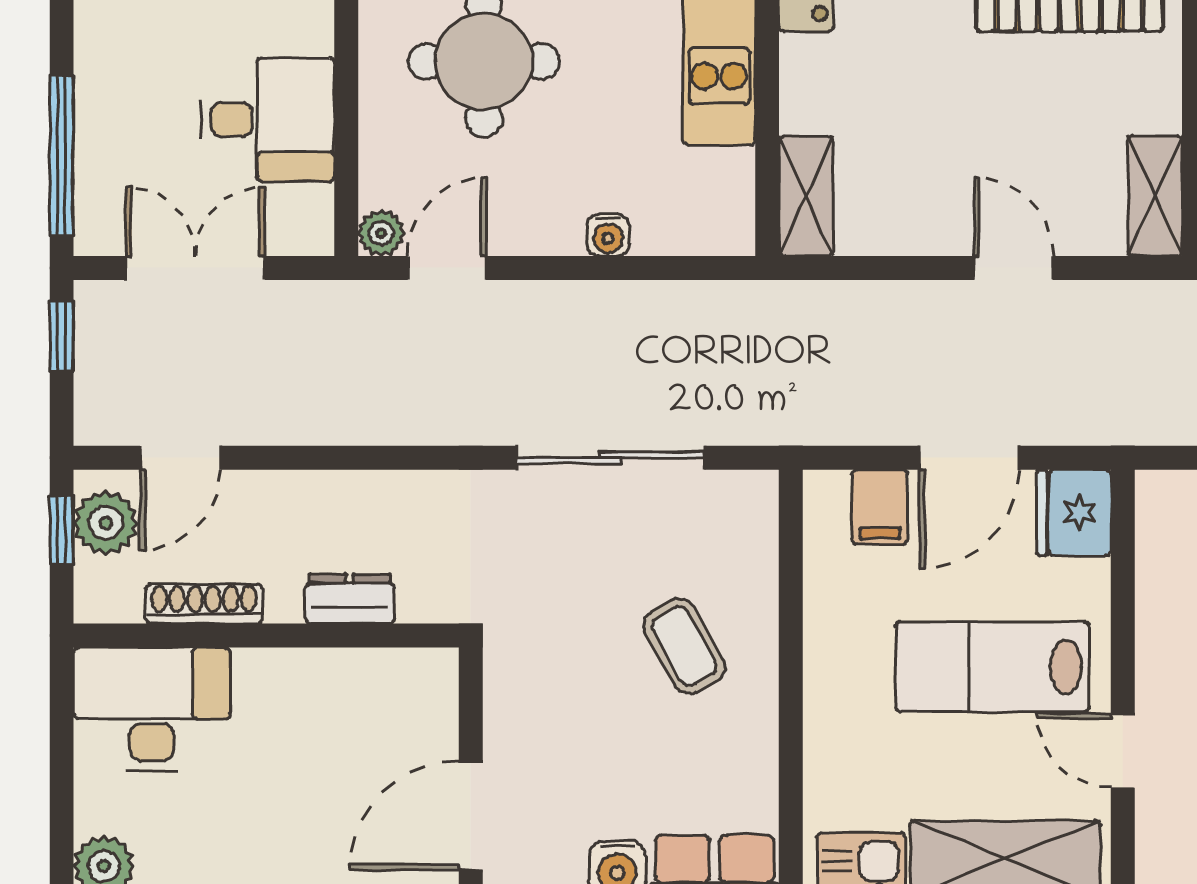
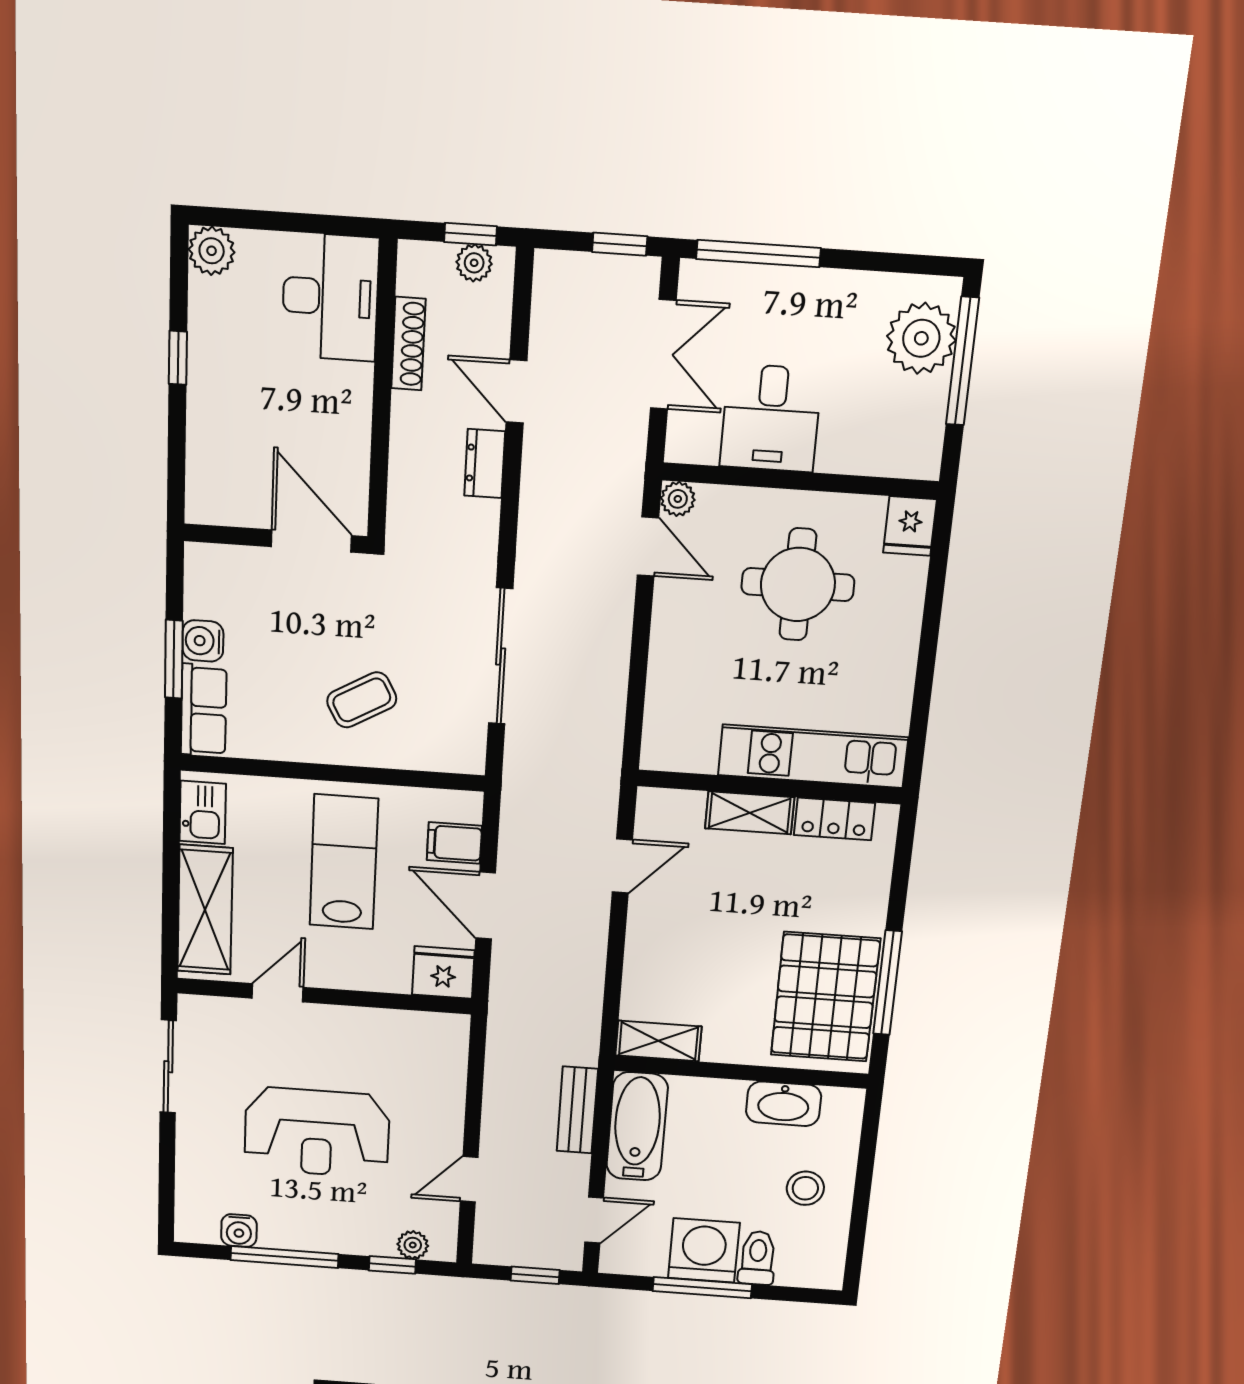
shelving: (806, 196) -> (750, 813), moved
water cooler: (608, 235) -> (663, 666), removed
door: (1013, 268) -> (622, 866), moved
door: (180, 458) -> (516, 392), moved
plant: (106, 523) -> (474, 263), width x0.73, depth x0.73
dresser: (350, 599) -> (485, 464), moved, turned 180
lab bench: (992, 667) -> (344, 862), moved
door: (471, 815) -> (311, 541), moved

